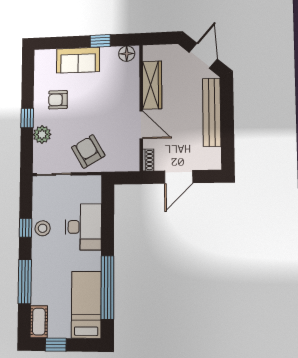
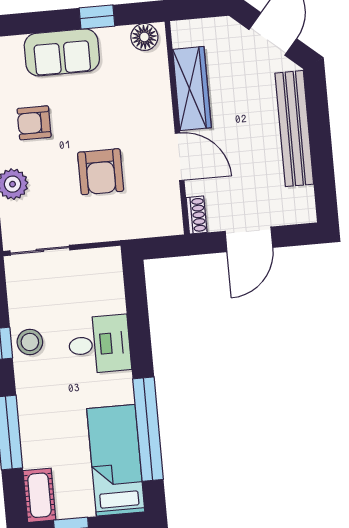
armchair: (88, 151) -> (101, 172), moved, turned -150
desk: (83, 227) -> (99, 344), width x0.73

